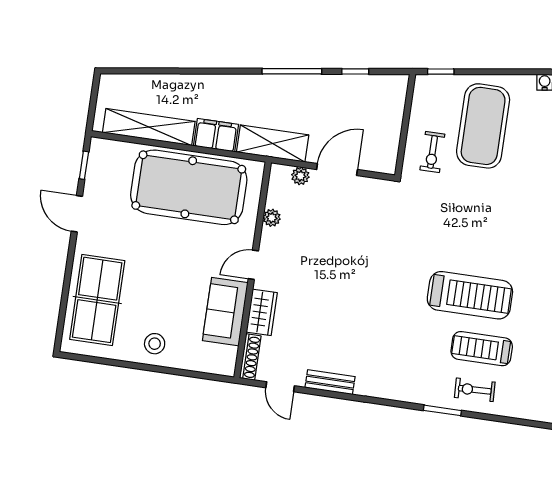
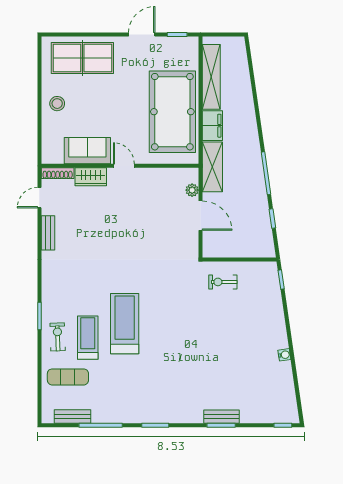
exercise mat: (483, 126) -> (68, 377), moved, width x0.50, depth x0.69
plant: (272, 218) -> (159, 174), removed
treadmill: (470, 295) -> (125, 324), turned 180

